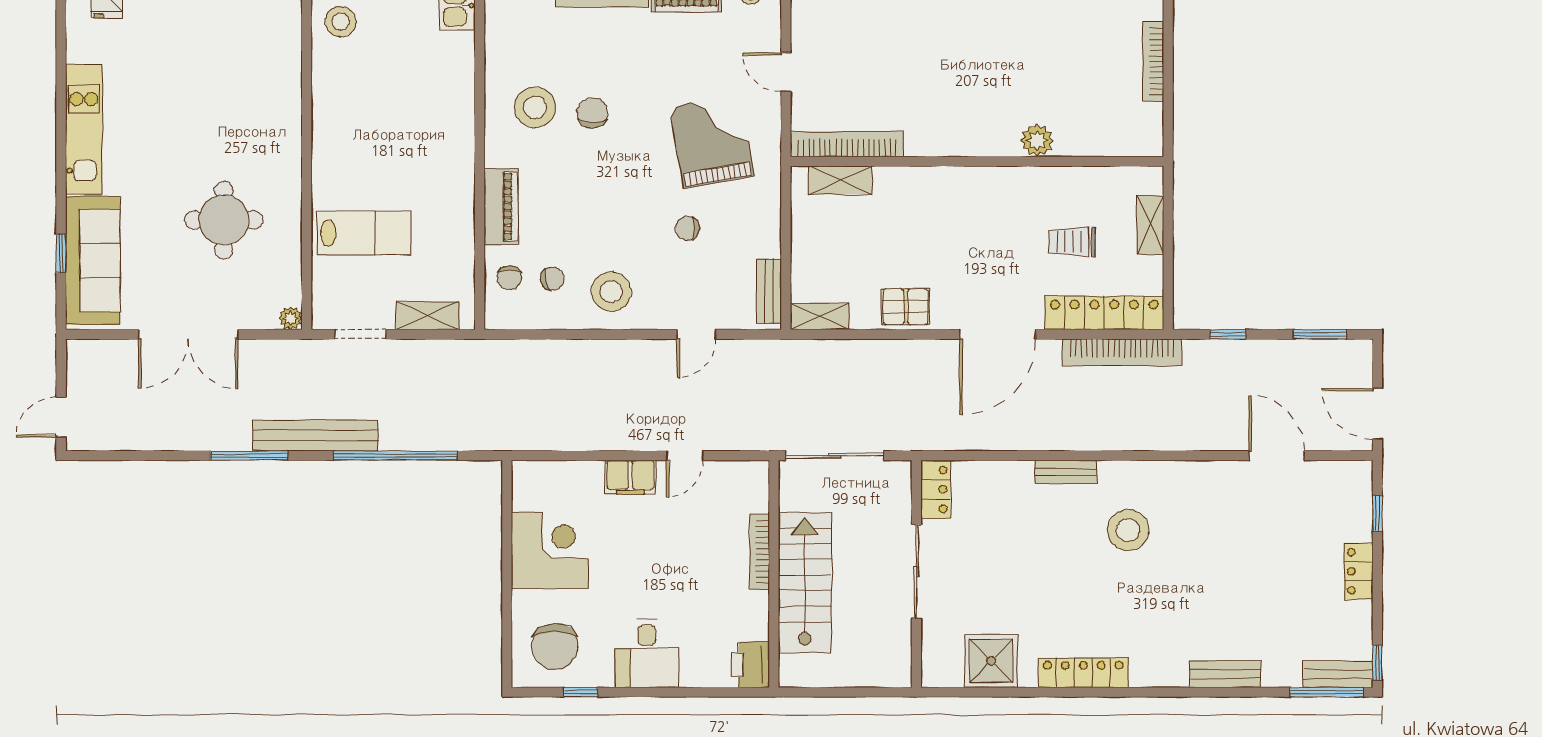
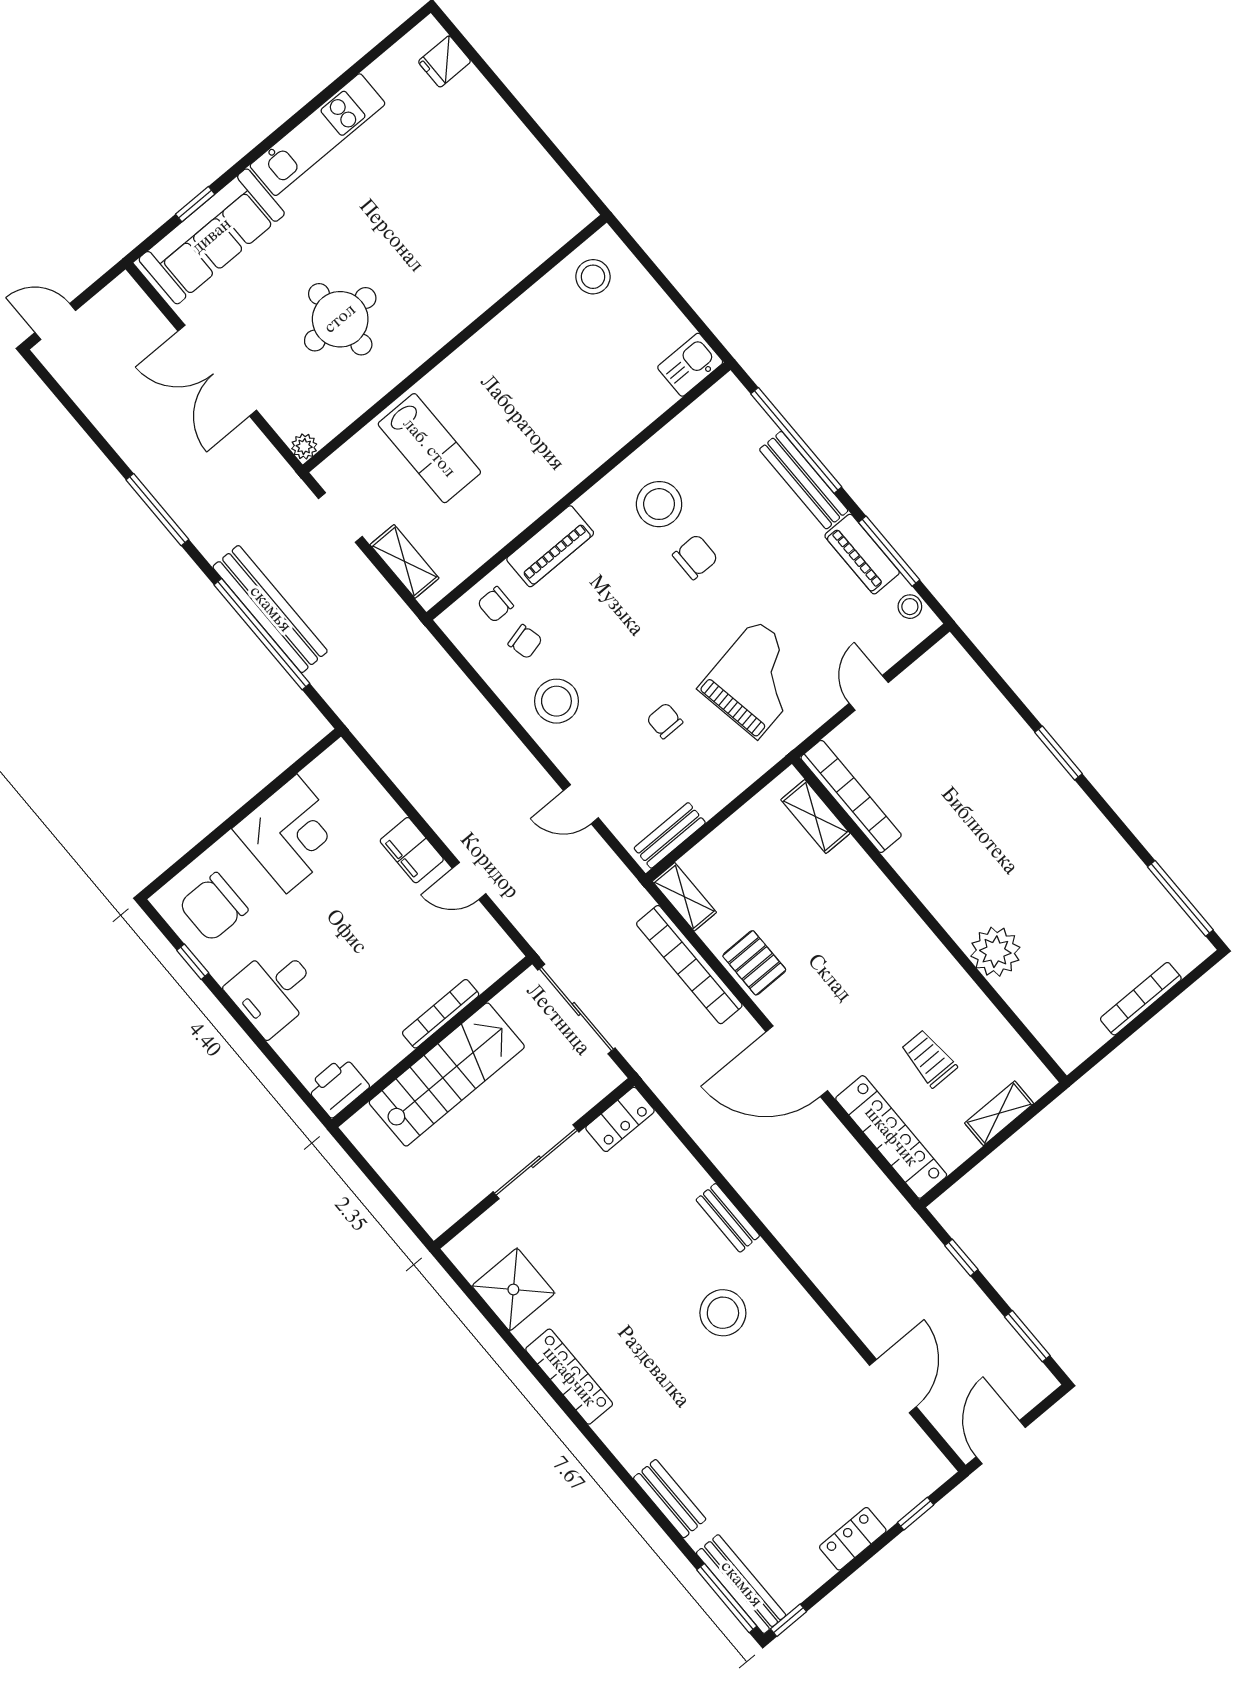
plant: (1037, 140) -> (995, 952), width x1.36, depth x1.36
bookcase: (1122, 352) -> (689, 965), moved
bench: (315, 435) -> (270, 609), moved
bench: (1338, 674) -> (741, 1584), width x1.36

